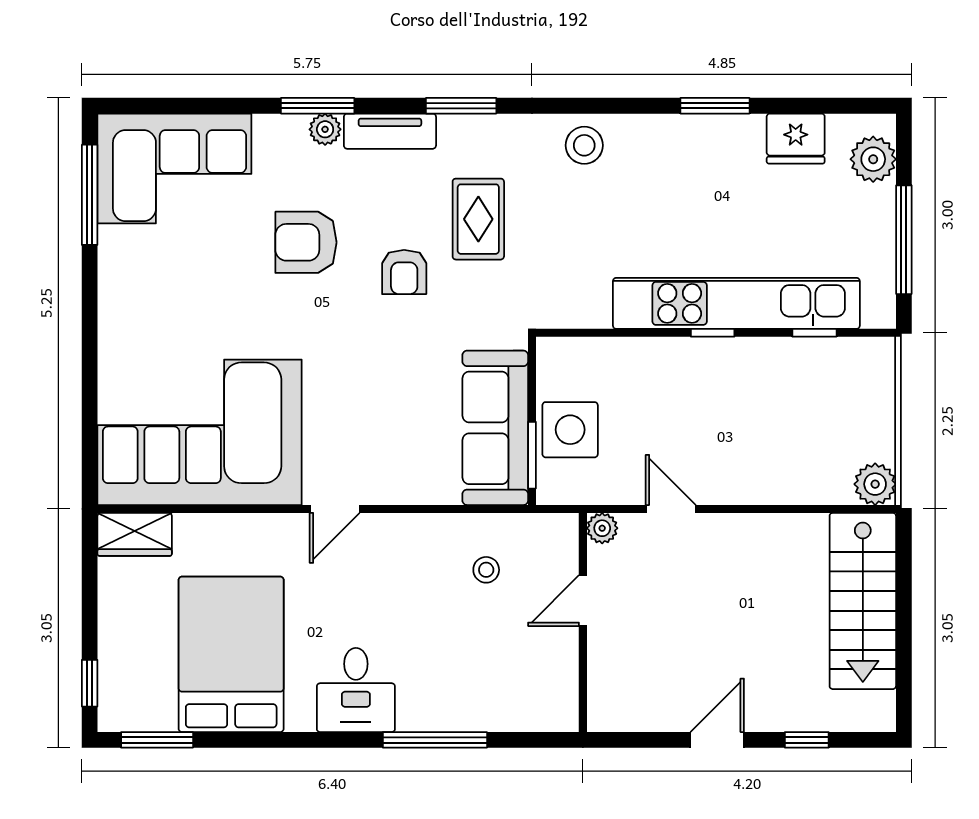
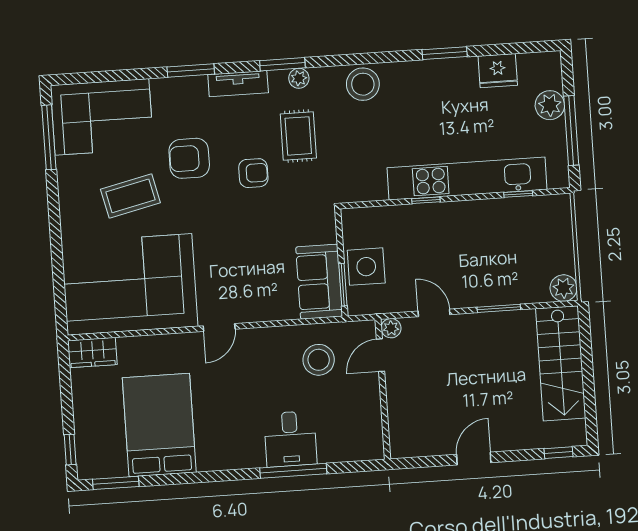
plant: (325, 129) -> (299, 78), moved
stool: (584, 145) -> (363, 84), width x1.38, depth x1.38
plant: (873, 159) -> (550, 105), moved
armchair: (404, 272) -> (253, 173), turned -90
coffee table: (210, 295) -> (130, 196), added
window: (713, 333) -> (426, 200), moved
sofa: (495, 428) -> (319, 282), width x0.73
window: (772, 509) -> (499, 308), added
stool: (486, 570) -> (319, 360), width x1.89, depth x1.89
door: (583, 601) -> (380, 355), moved
desk: (356, 690) -> (290, 439), moved
window: (807, 740) -> (559, 453), moved

